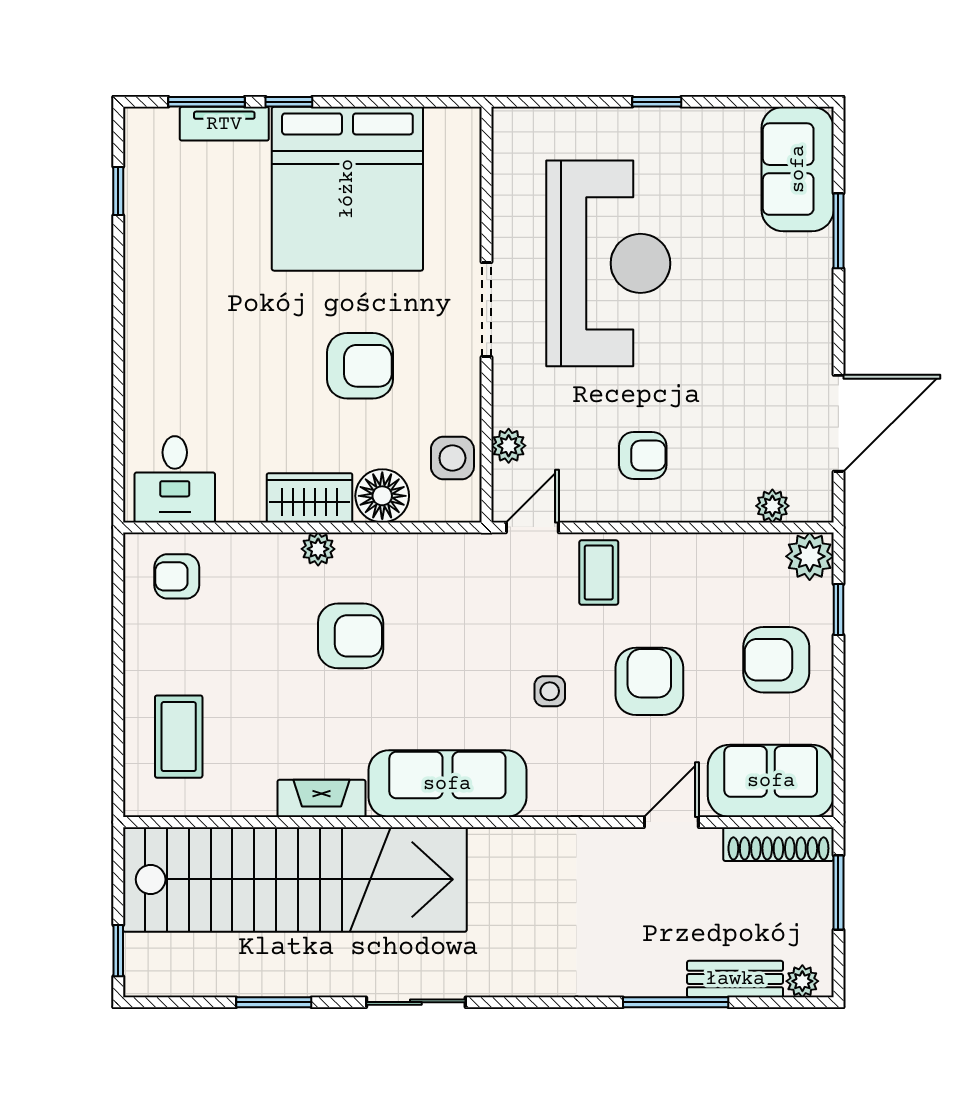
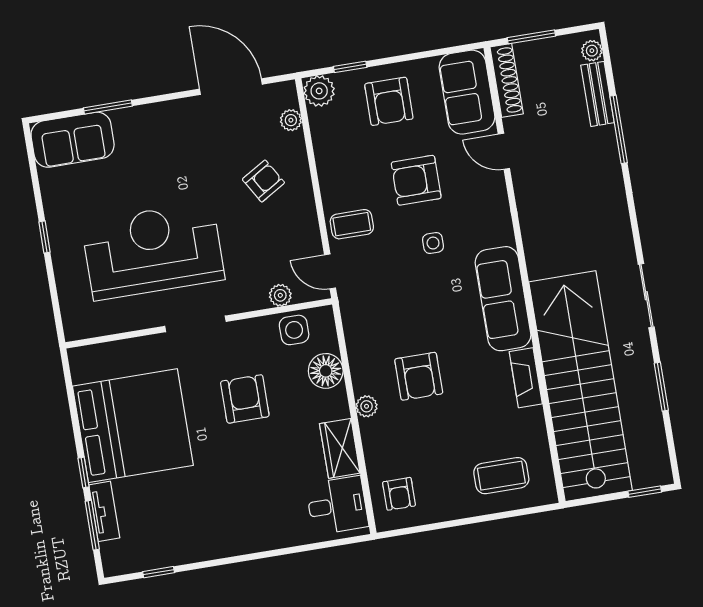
armchair: (643, 456) -> (263, 181), moved, turned 59
wardrobe: (310, 498) -> (340, 448), moved
armchair: (351, 636) -> (419, 376), turned 180

